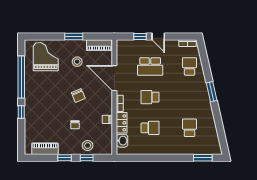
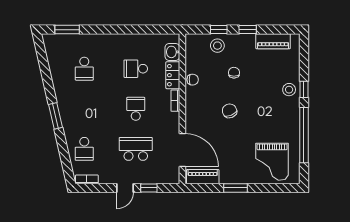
door: (158, 36) -> (125, 188), swing flipped
stool: (77, 62) -> (289, 90), moved
door: (114, 78) -> (182, 150), moved
school desk: (150, 97) -> (136, 109), turned -90

